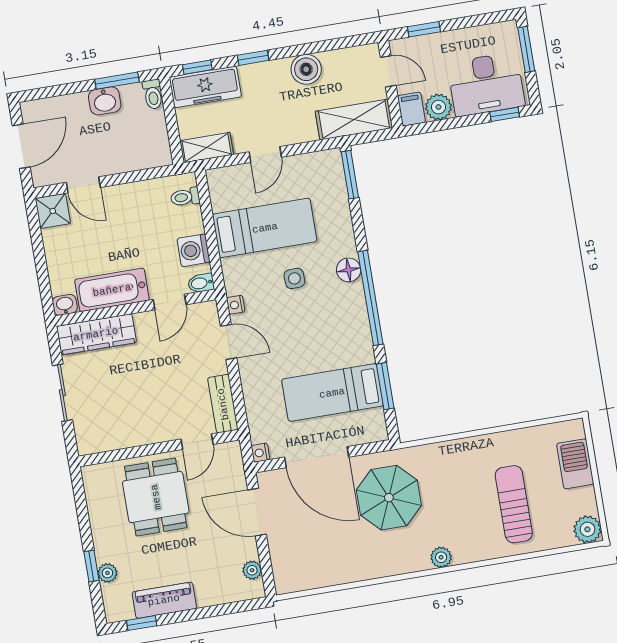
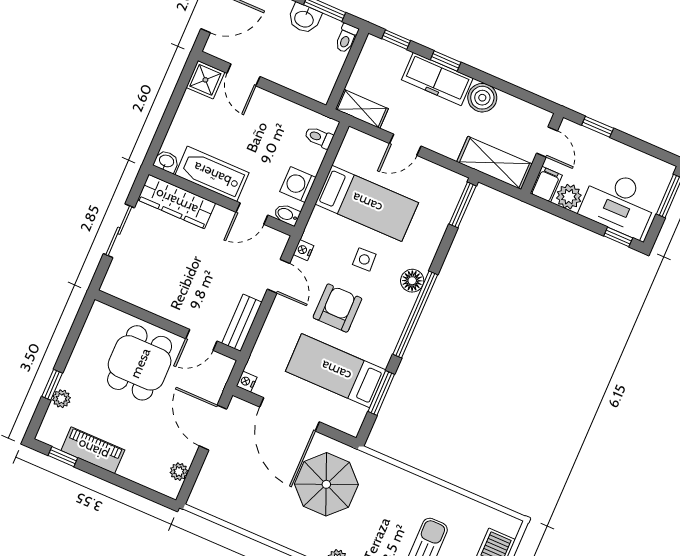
freezer: (205, 87) -> (437, 79), moved
armchair: (298, 336) -> (337, 308), added

